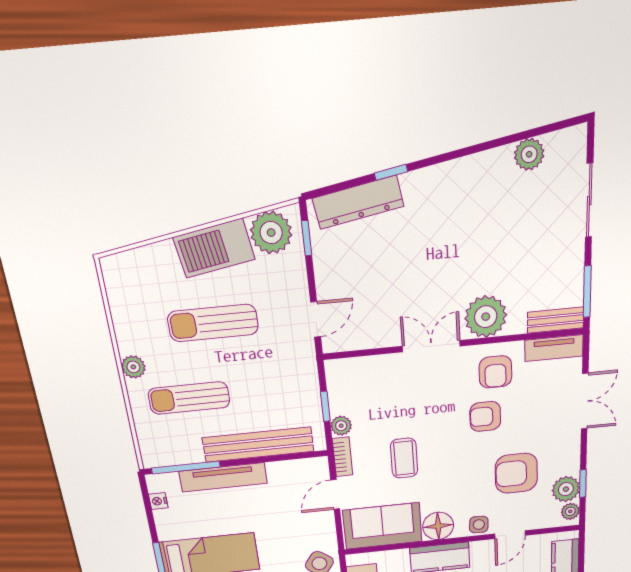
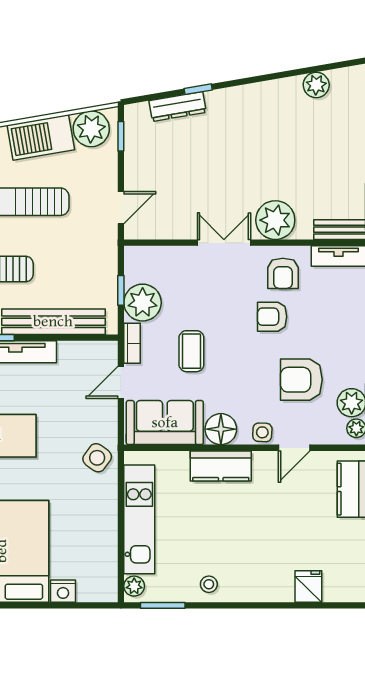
dresser: (358, 202) -> (178, 107), width x0.73, depth x0.80
plant: (341, 426) -> (143, 303), width x1.87, depth x1.87

